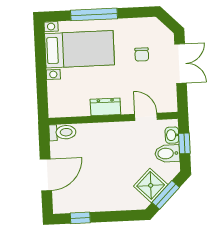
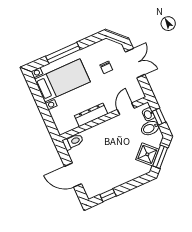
dresser: (105, 107) -> (91, 115), width x1.44
door: (146, 117) -> (126, 109), hinge flipped
door: (46, 175) -> (73, 175), swing flipped

